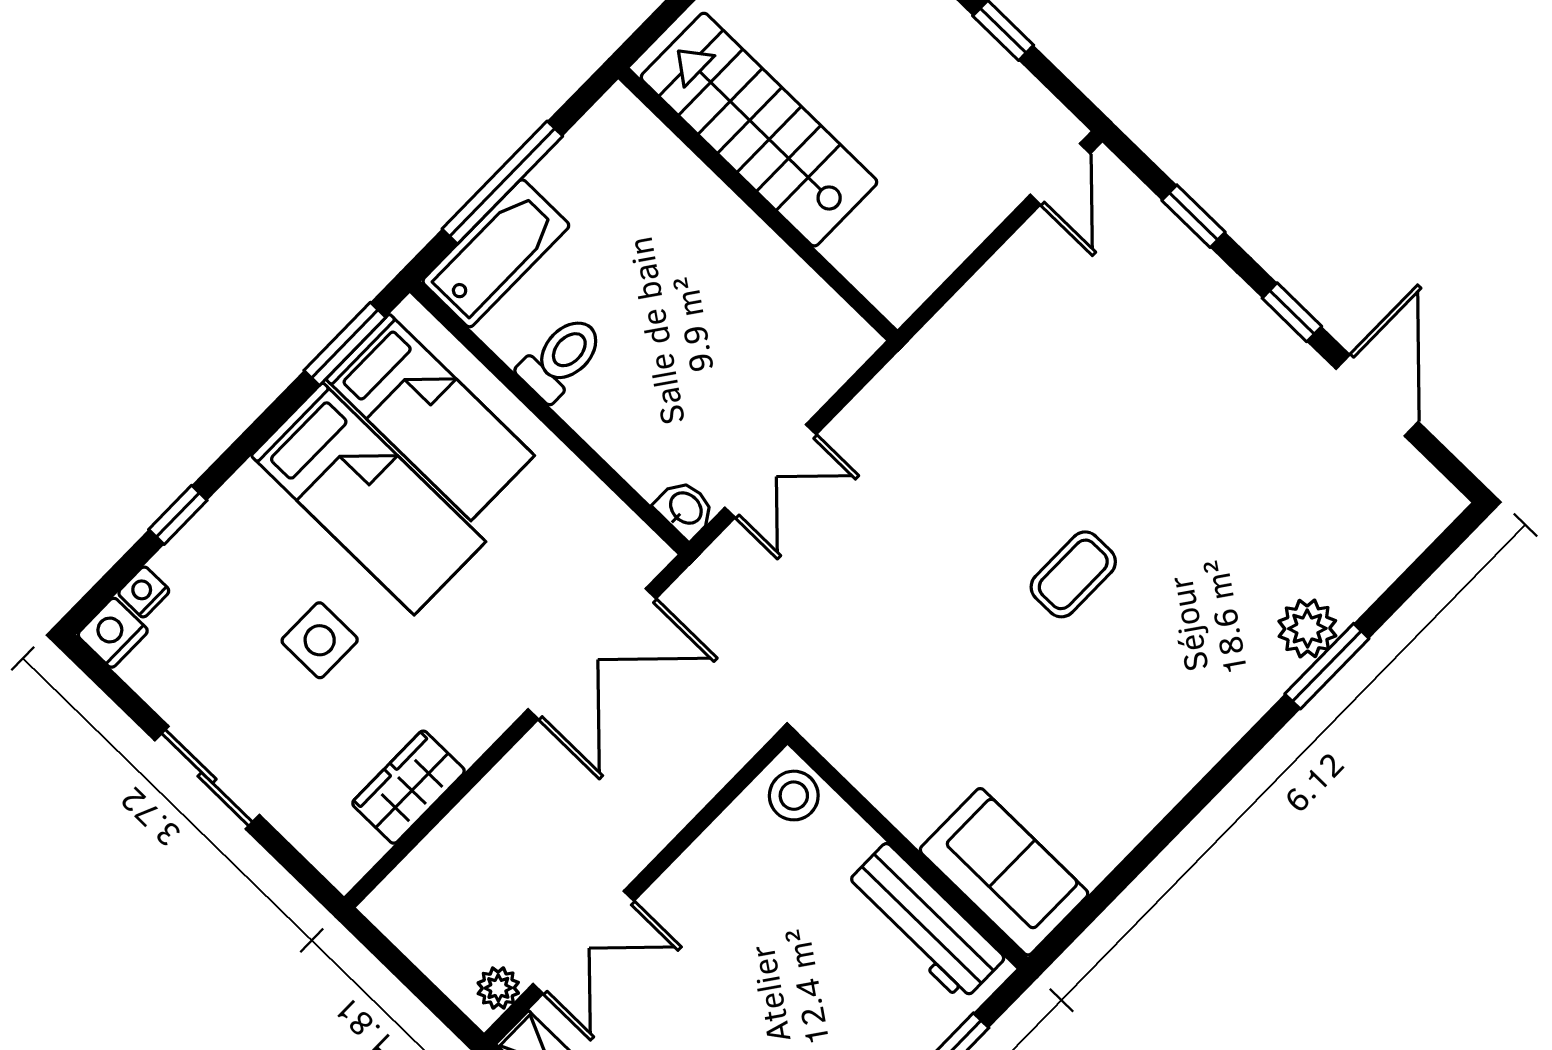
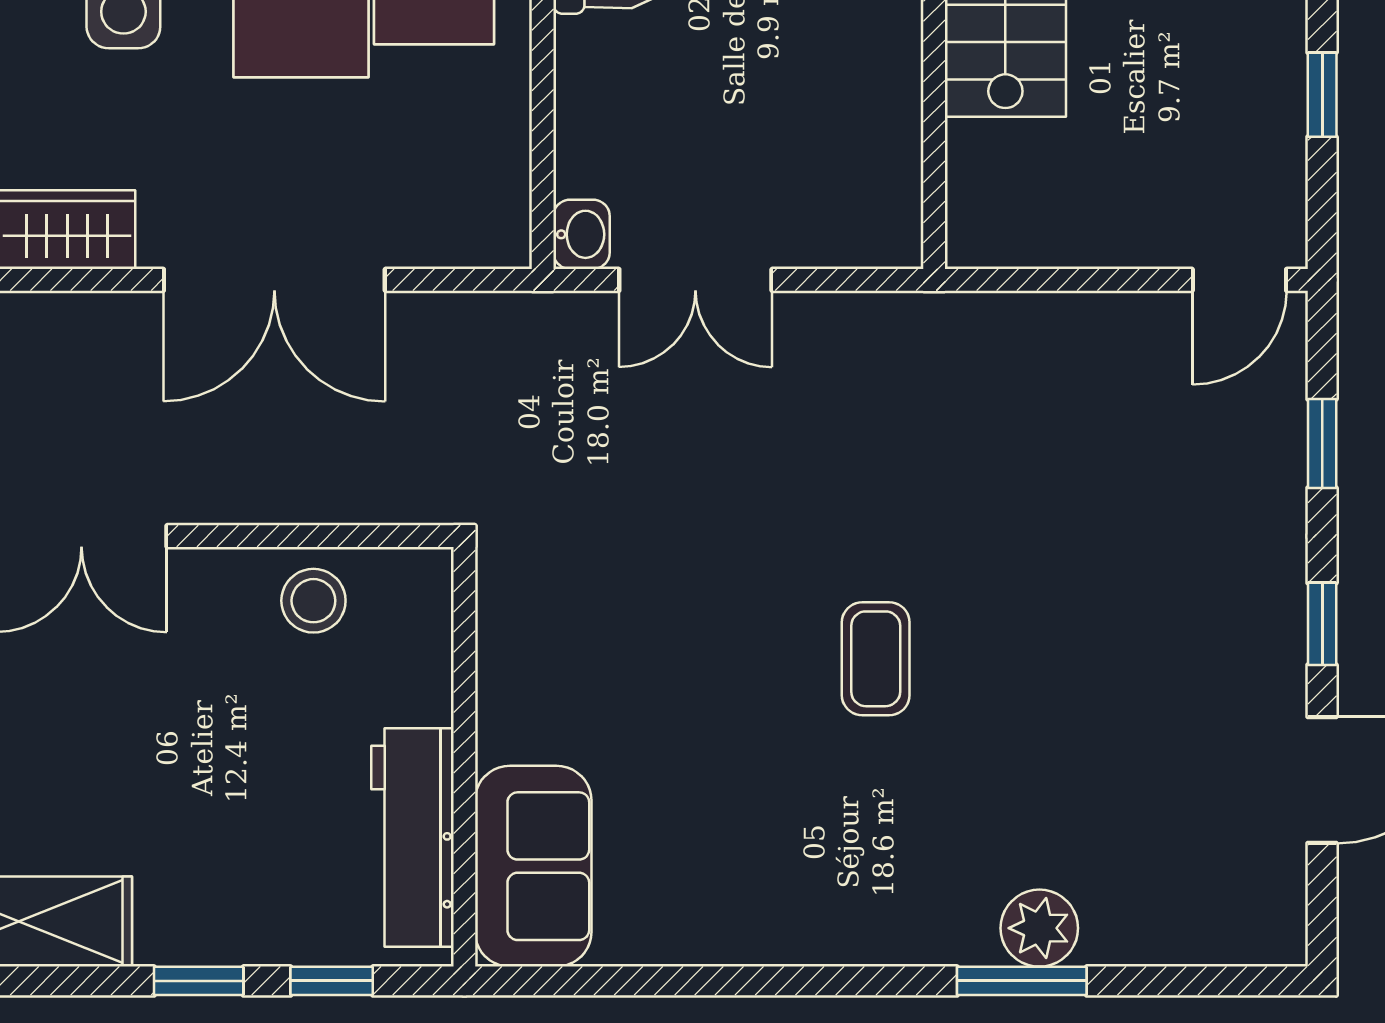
coffee table: (1073, 574) -> (876, 659), turned 90
double door: (592, 654) -> (274, 280), moved
stool: (794, 796) -> (313, 601), moved

